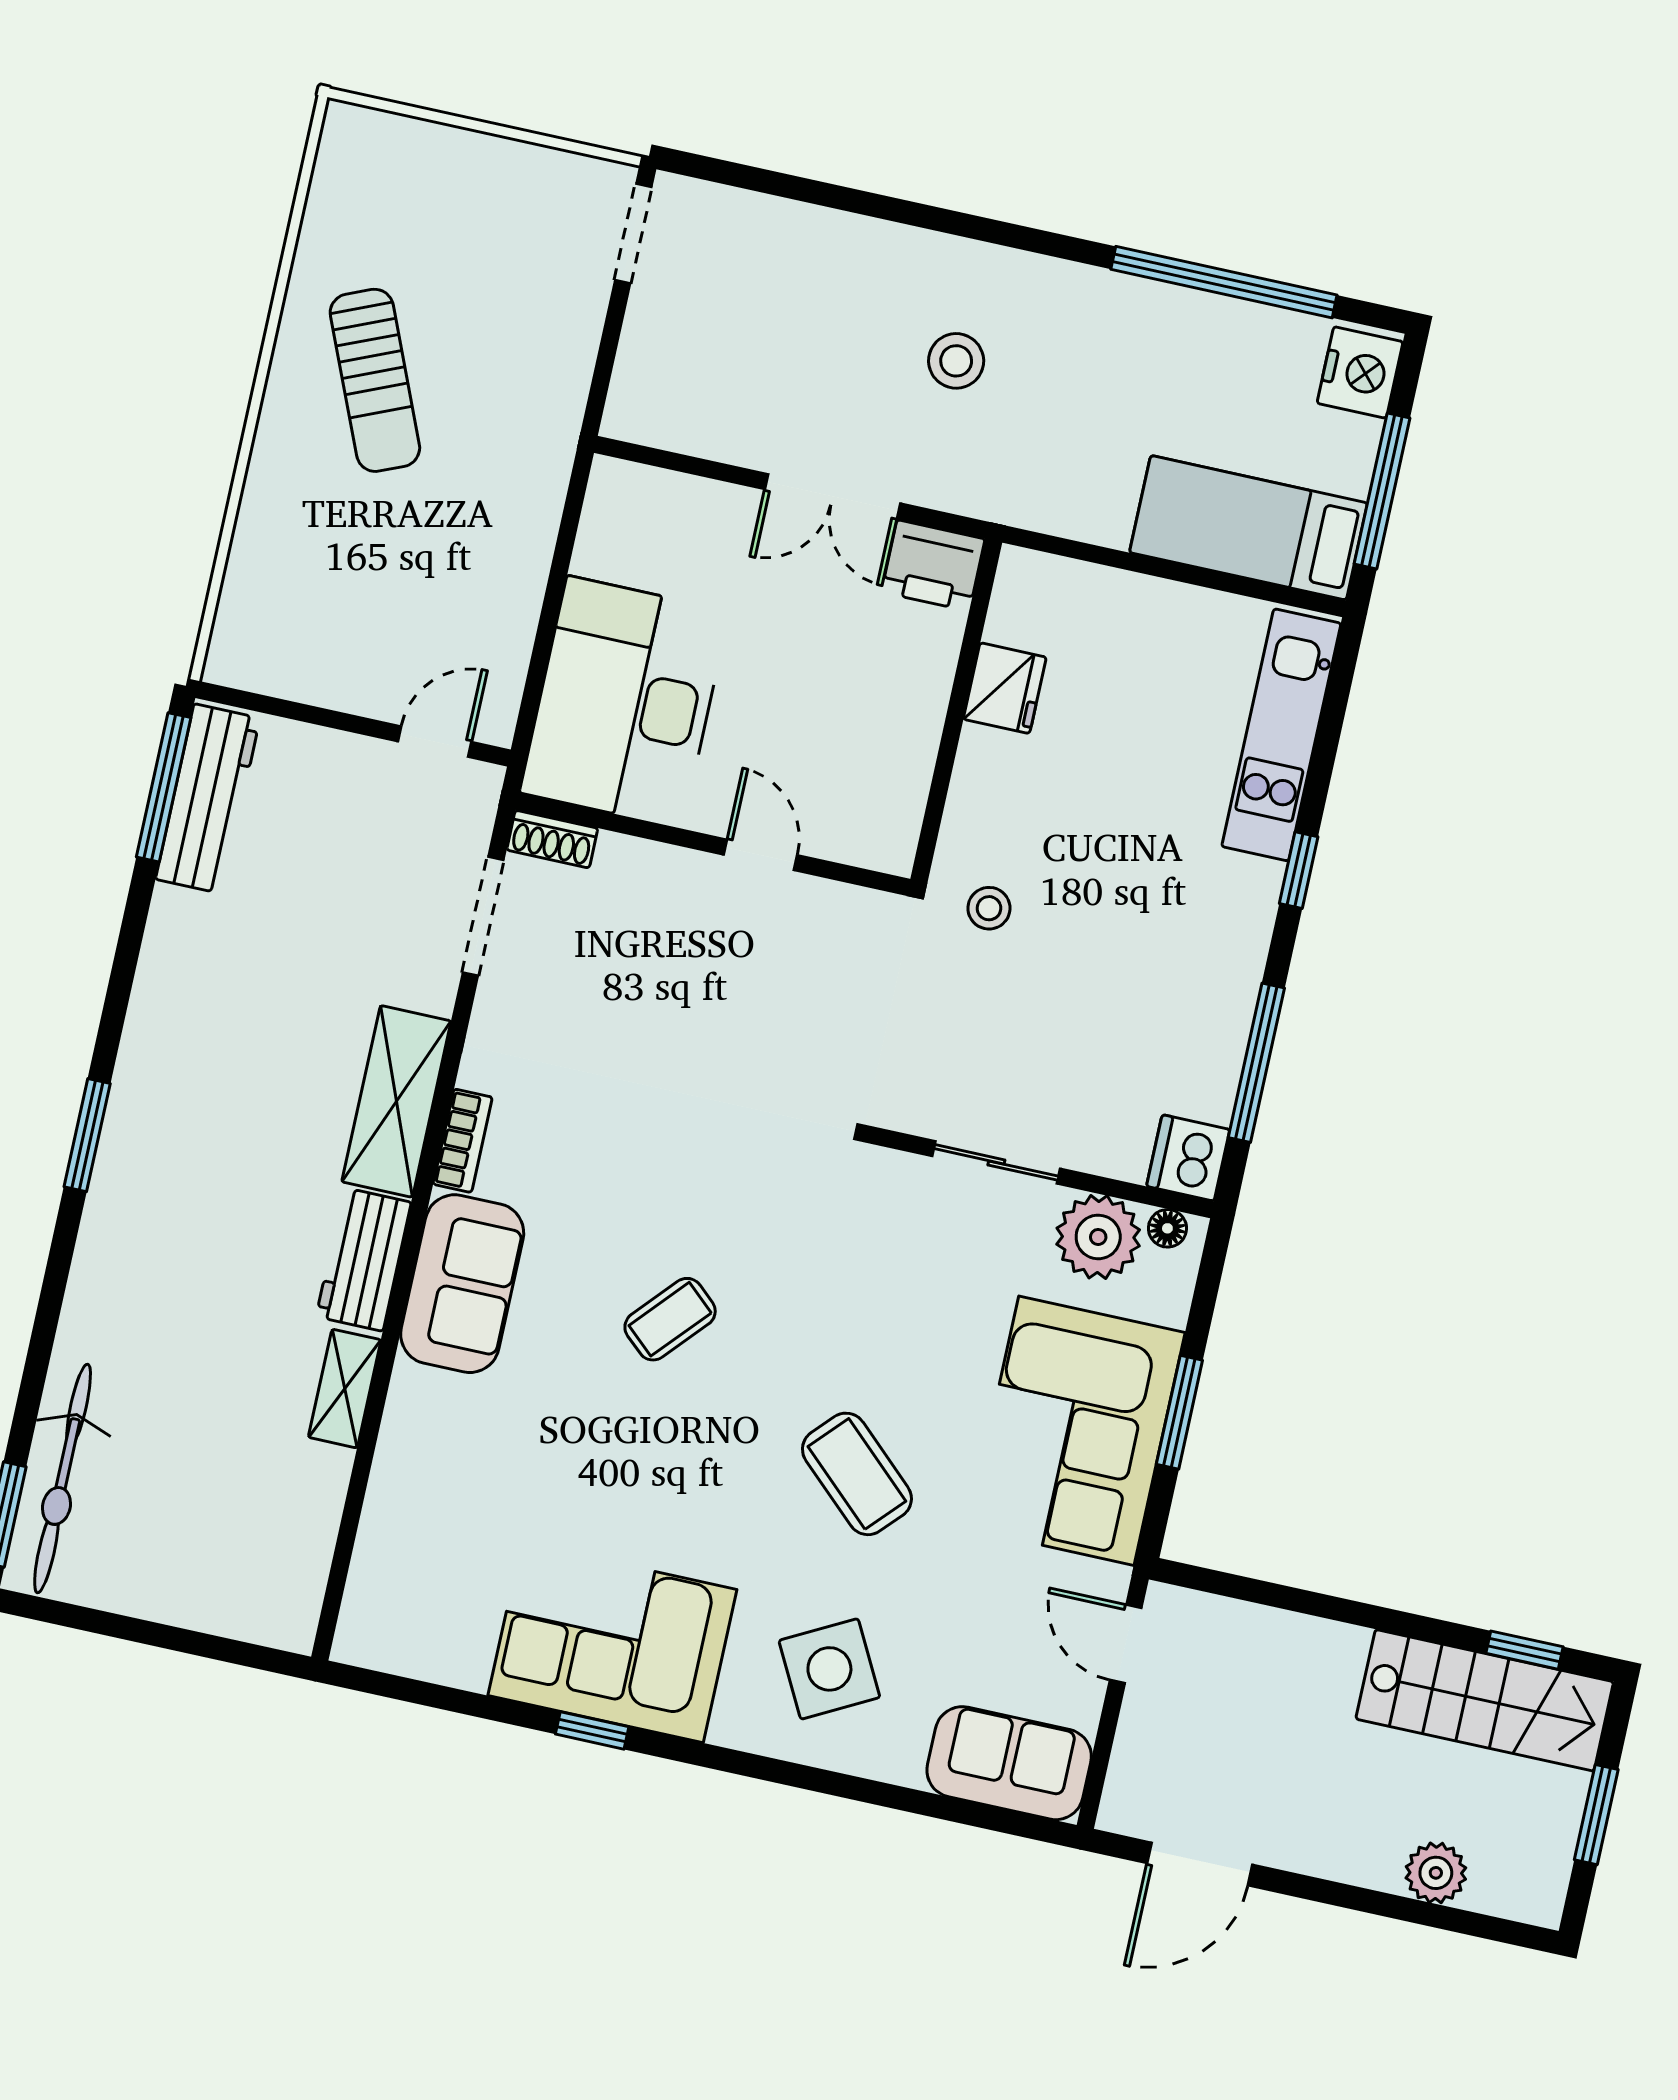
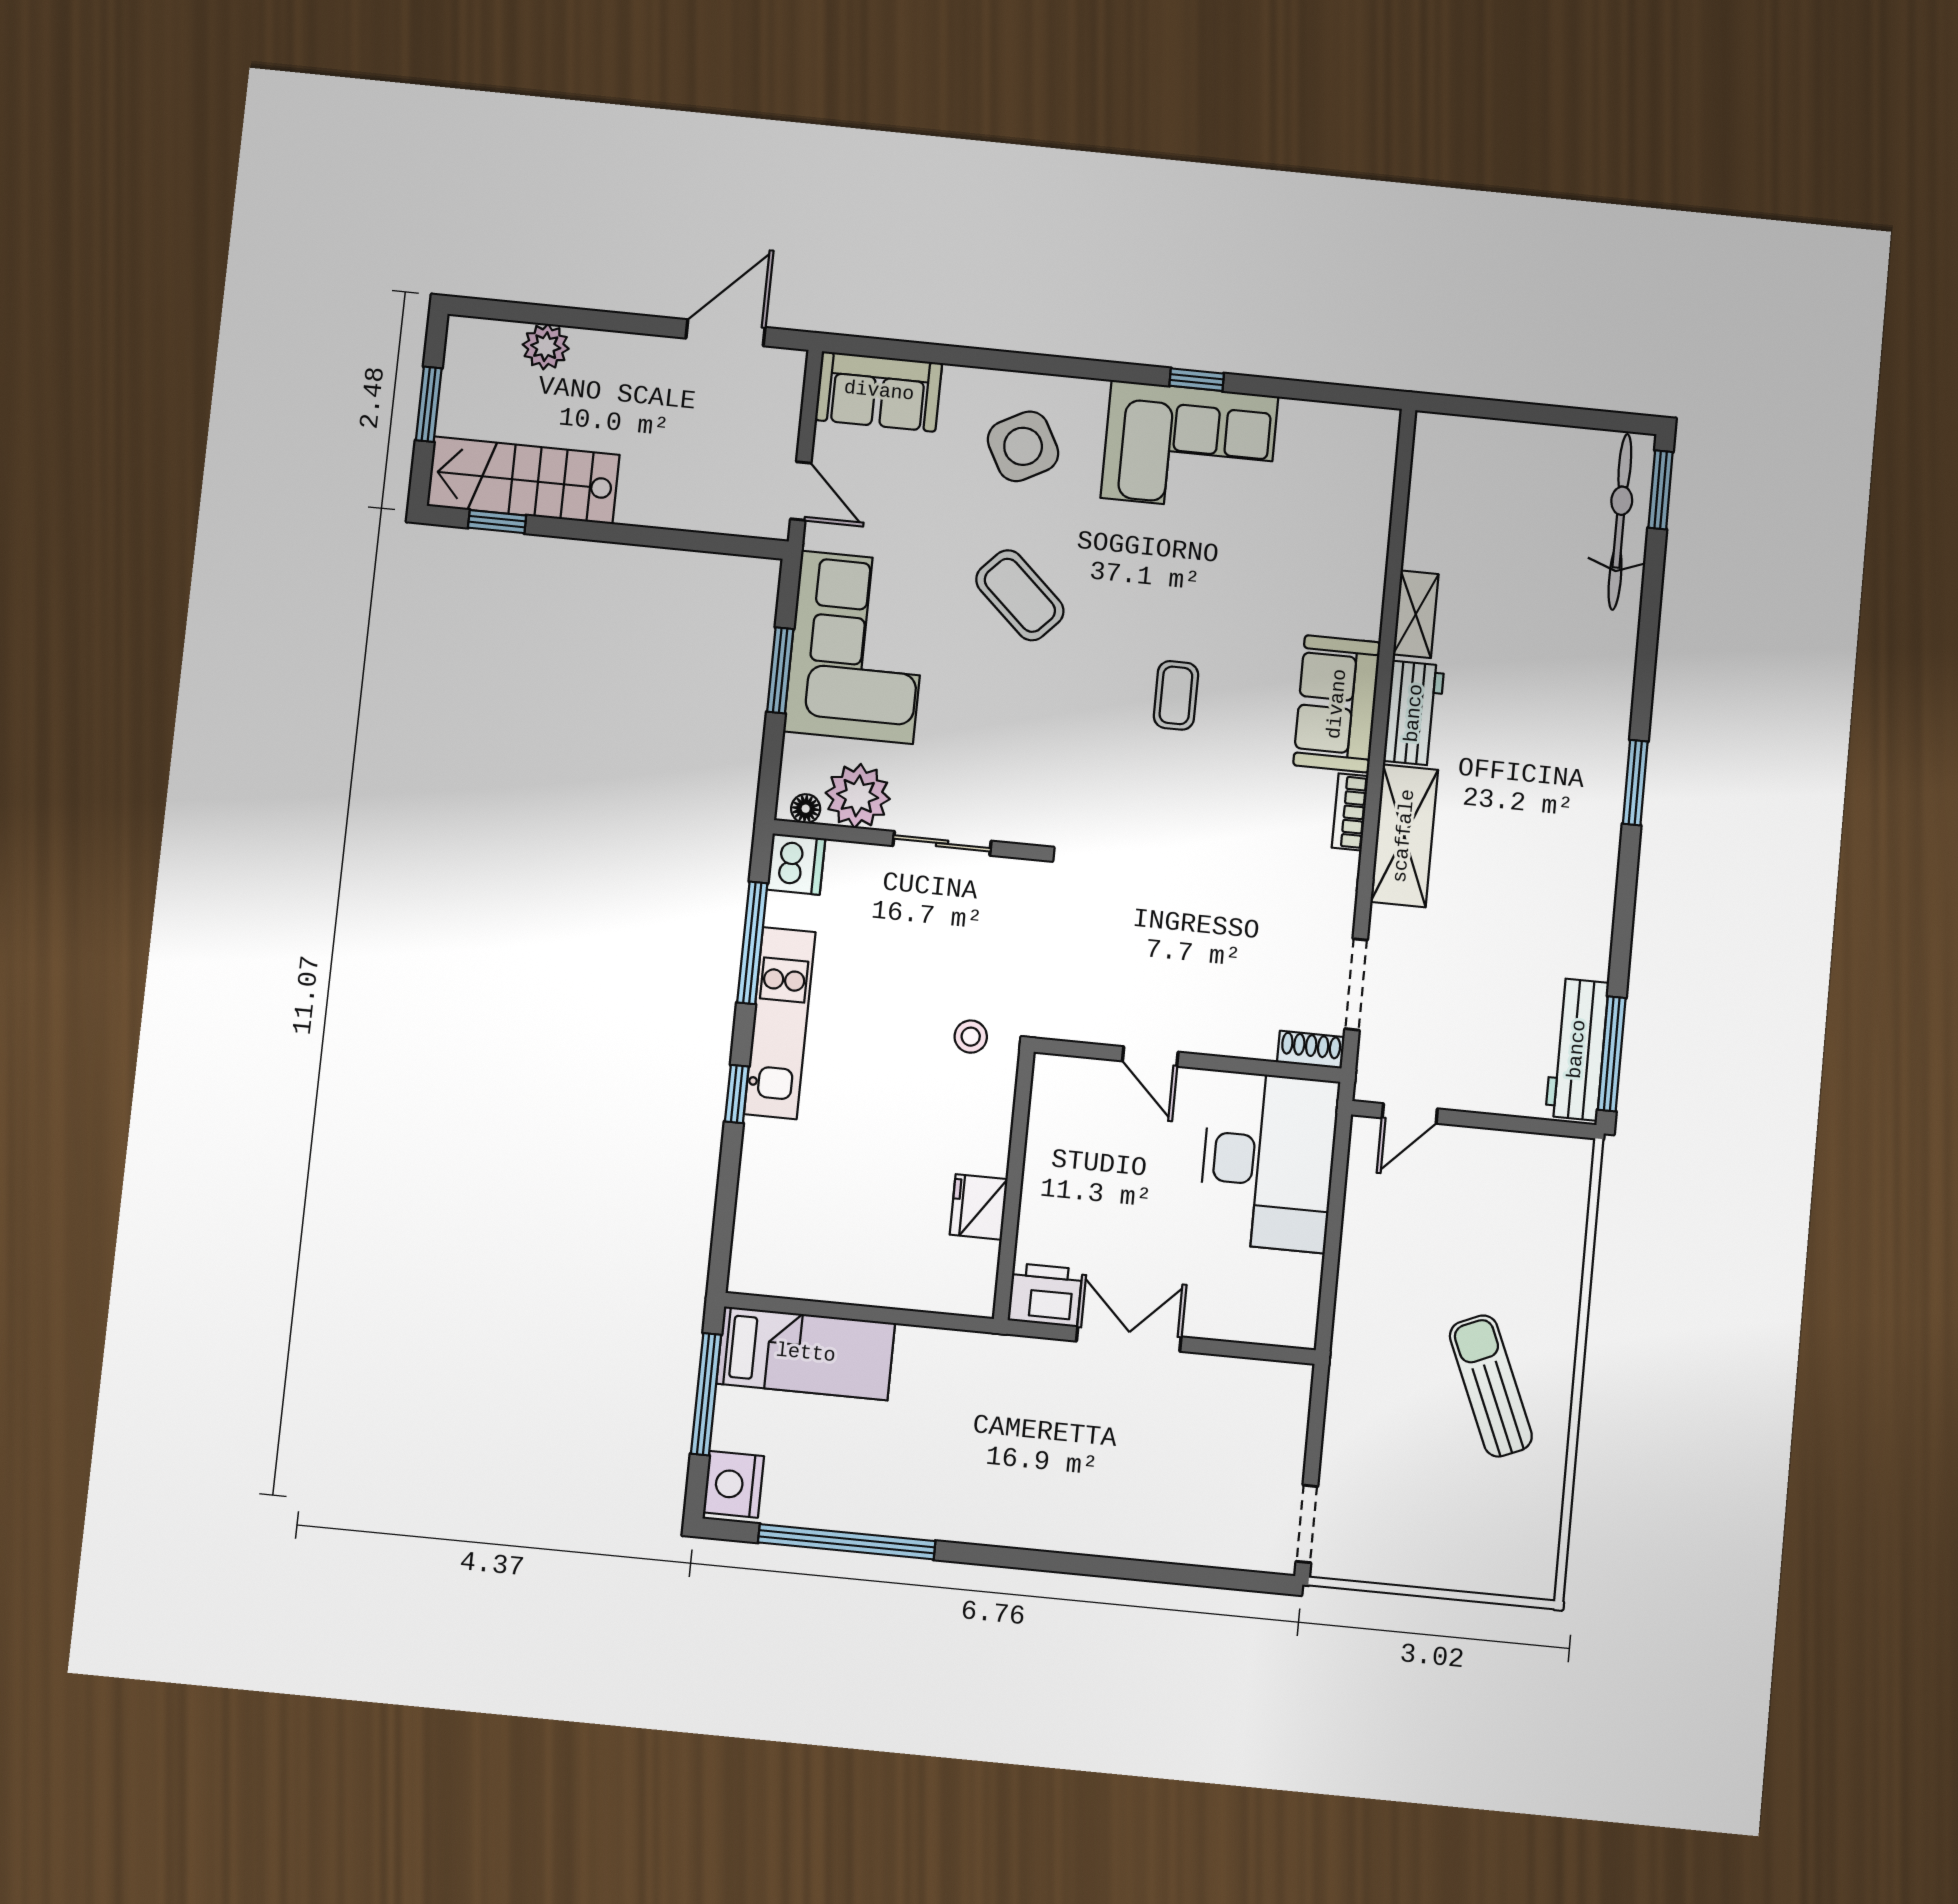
stool: (956, 361) -> (1046, 1455), removed
kitchen unit: (1281, 735) -> (780, 1023), moved
coffee table: (670, 1319) -> (1176, 695), turned -42

